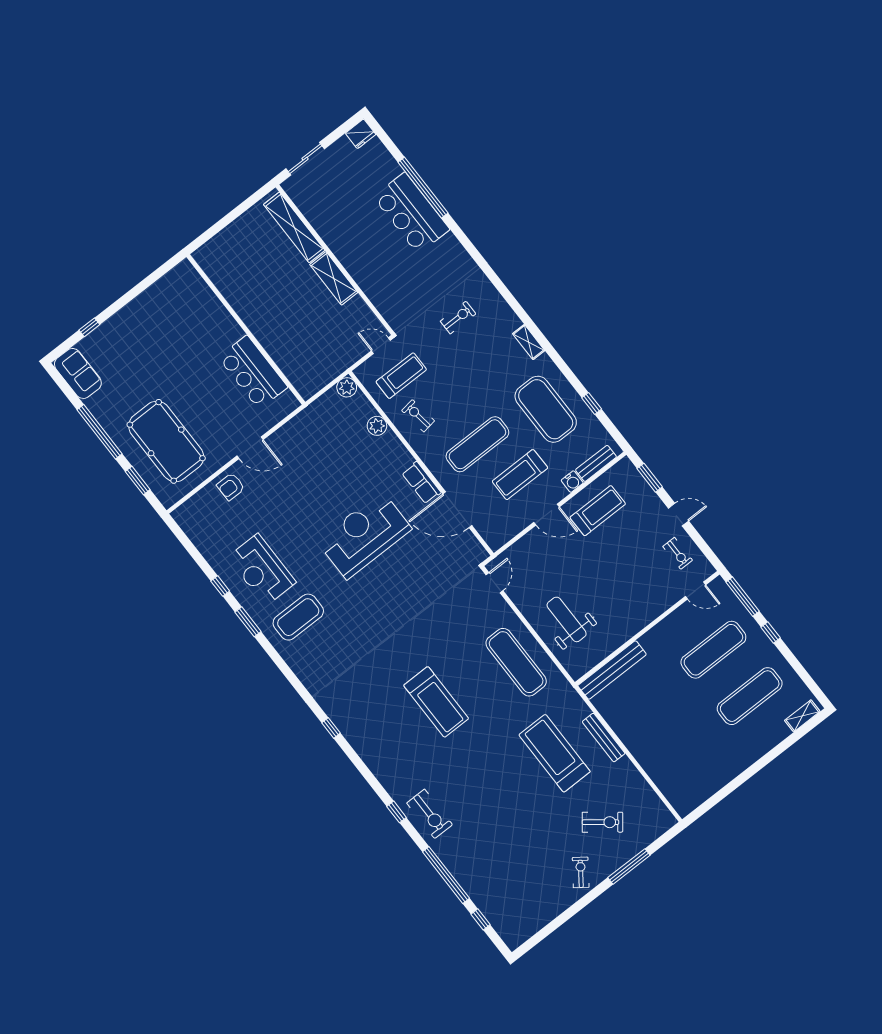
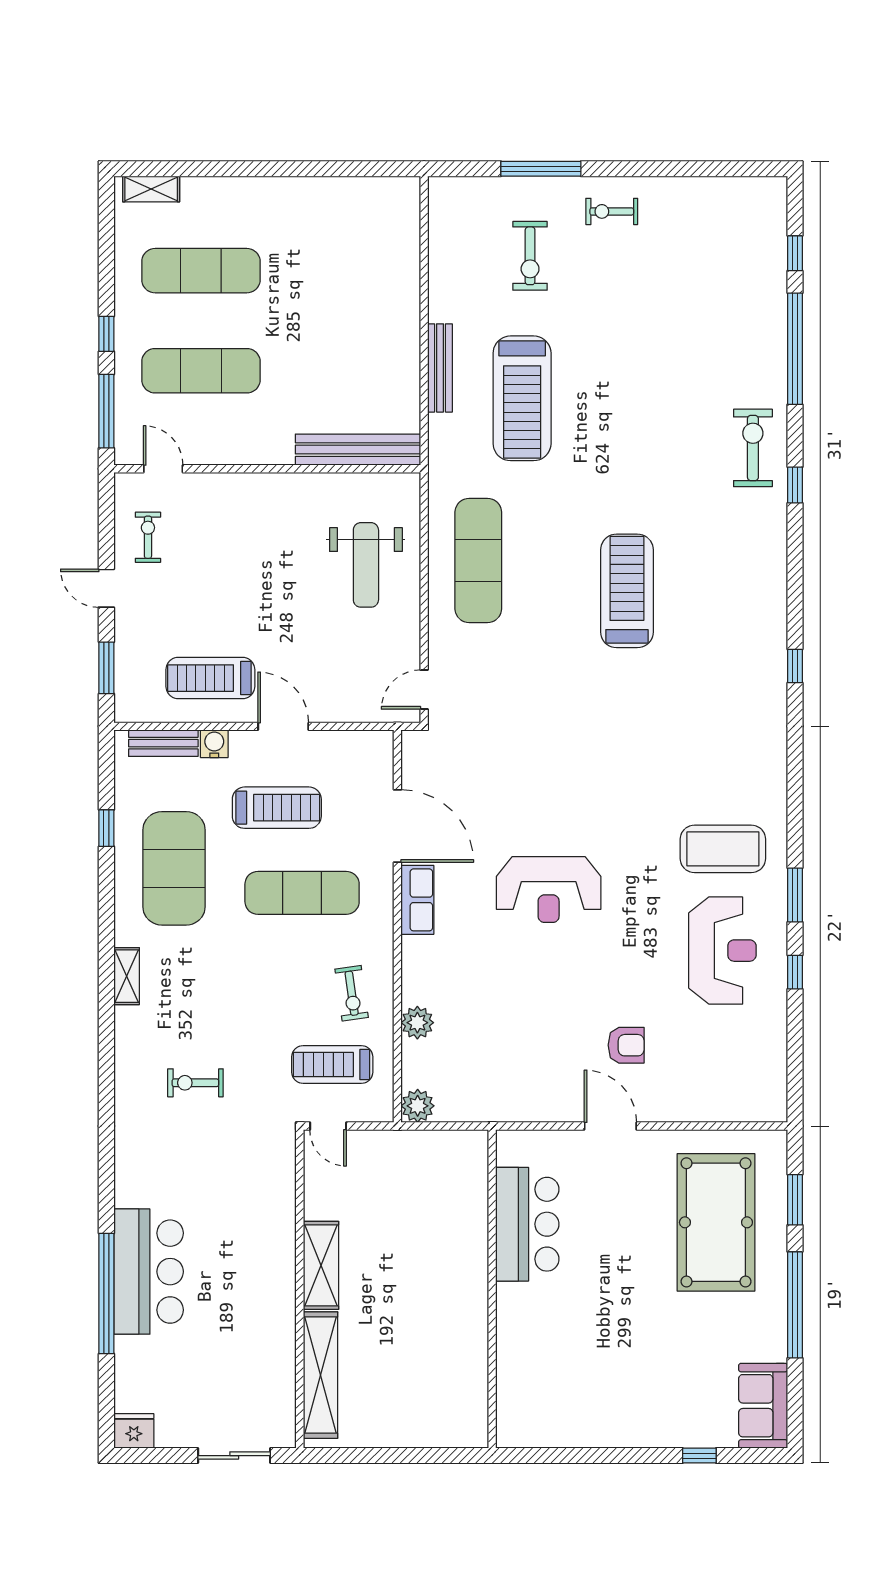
armchair: (231, 487) -> (626, 1045), moved
reception desk: (364, 535) -> (549, 890), width x0.74, depth x0.77
exercise bike: (602, 822) -> (530, 256), turned -128
exercise bike: (581, 872) -> (612, 211), turned 54

